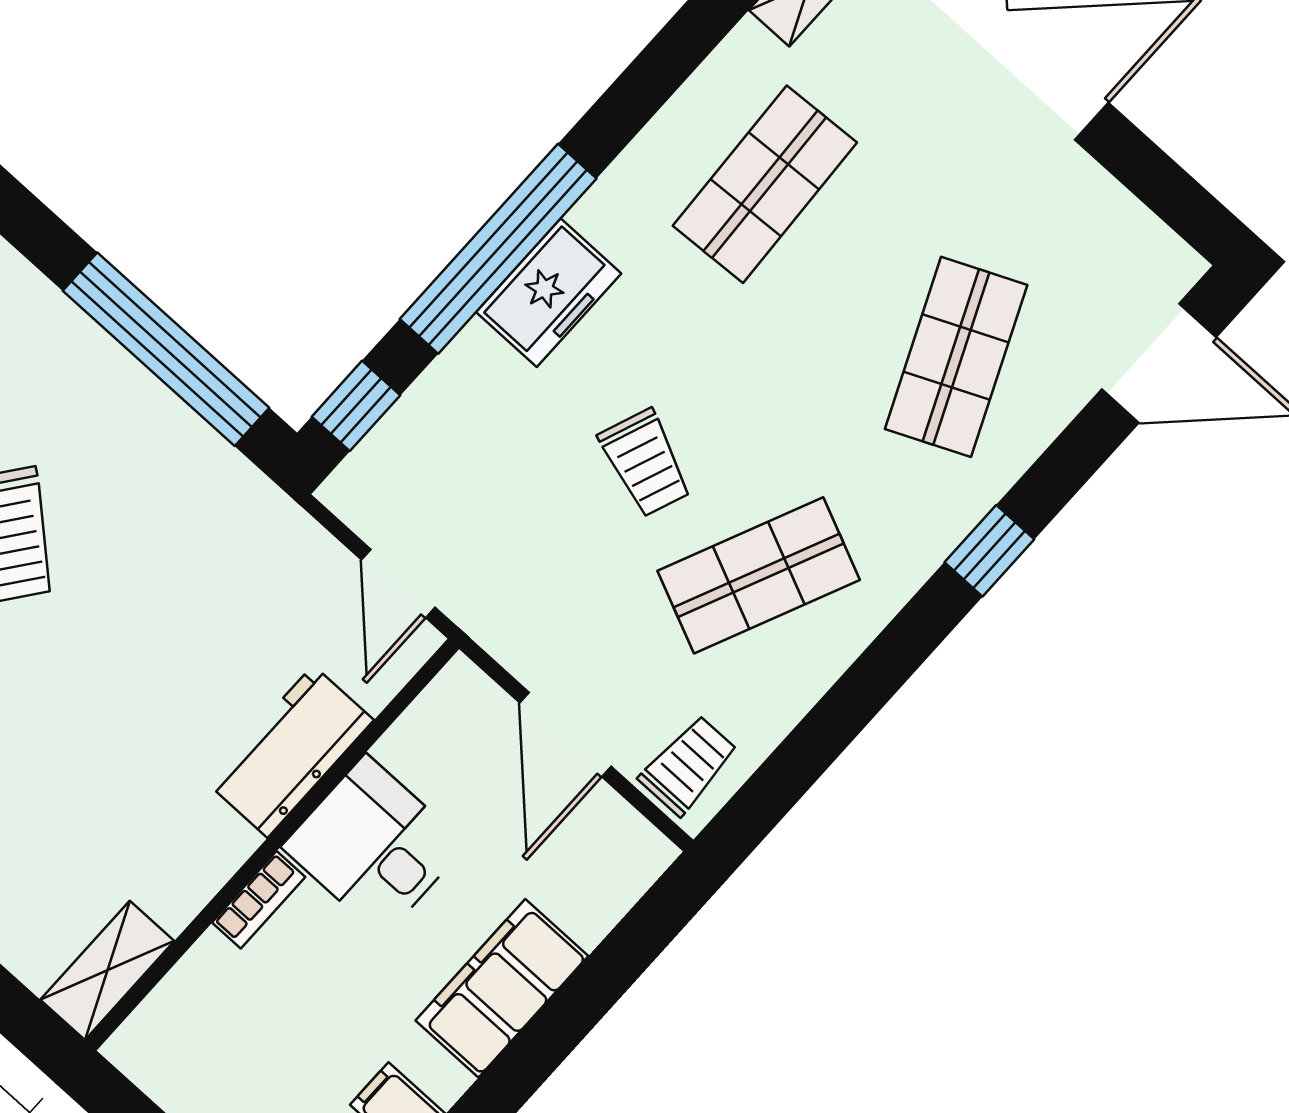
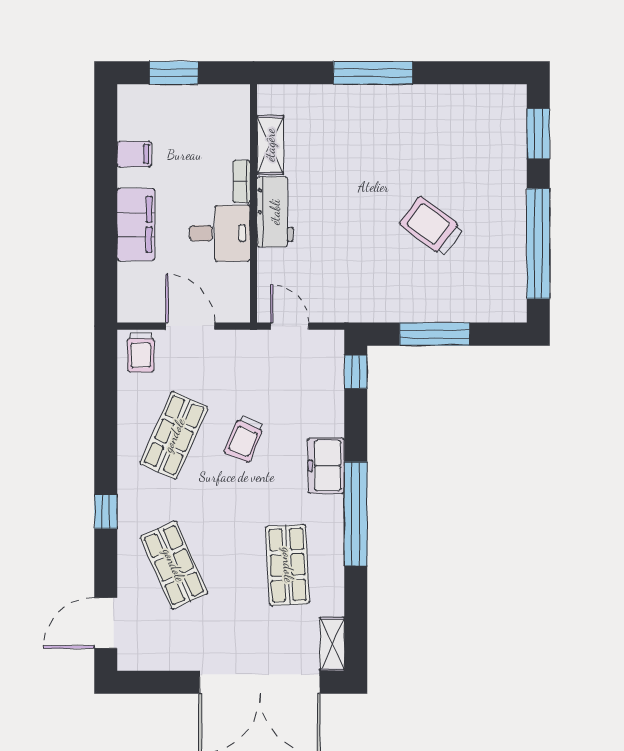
window: (498, 249) -> (356, 514), moved
window: (166, 349) -> (435, 334), width x0.68
trolley: (645, 463) -> (244, 439), turned -88
workbench: (290, 751) -> (275, 212), moved
shelving: (107, 970) -> (270, 145), moved

